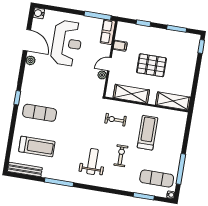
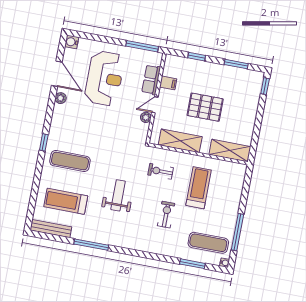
row of seats: (108, 32) -> (151, 80), moved
treadmill: (37, 147) -> (66, 201), turned 180
weight bench: (92, 161) -> (118, 195), moved

